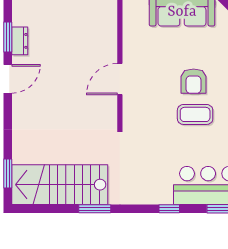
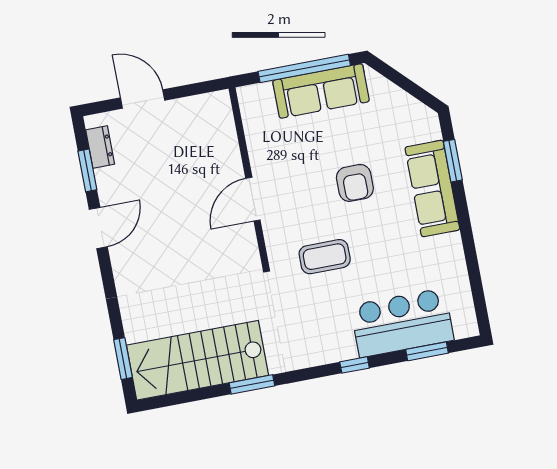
dresser: (20, 41) -> (100, 147), moved
coffee table: (195, 114) -> (325, 257), moved

